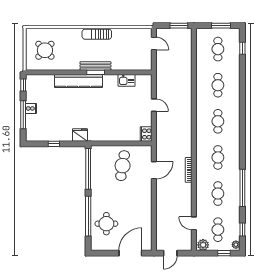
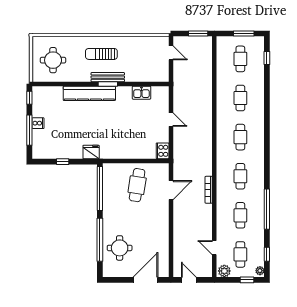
sun lounger: (97, 34) -> (101, 54), moved
round table: (45, 50) -> (53, 60), turned 45
door: (170, 253) -> (189, 280), swing flipped

